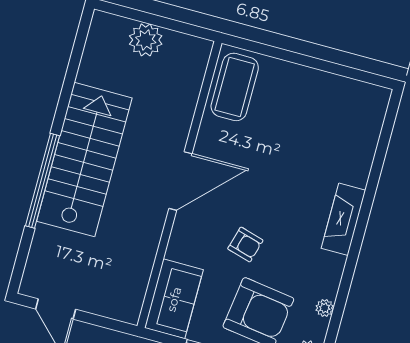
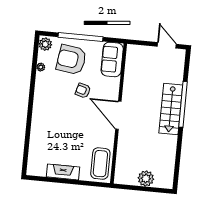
stairs: (84, 160) -> (171, 109), width x0.73, depth x0.66
door: (180, 181) -> (118, 115), hinge flipped
fireplace: (343, 219) -> (63, 172), moved, turned -90

